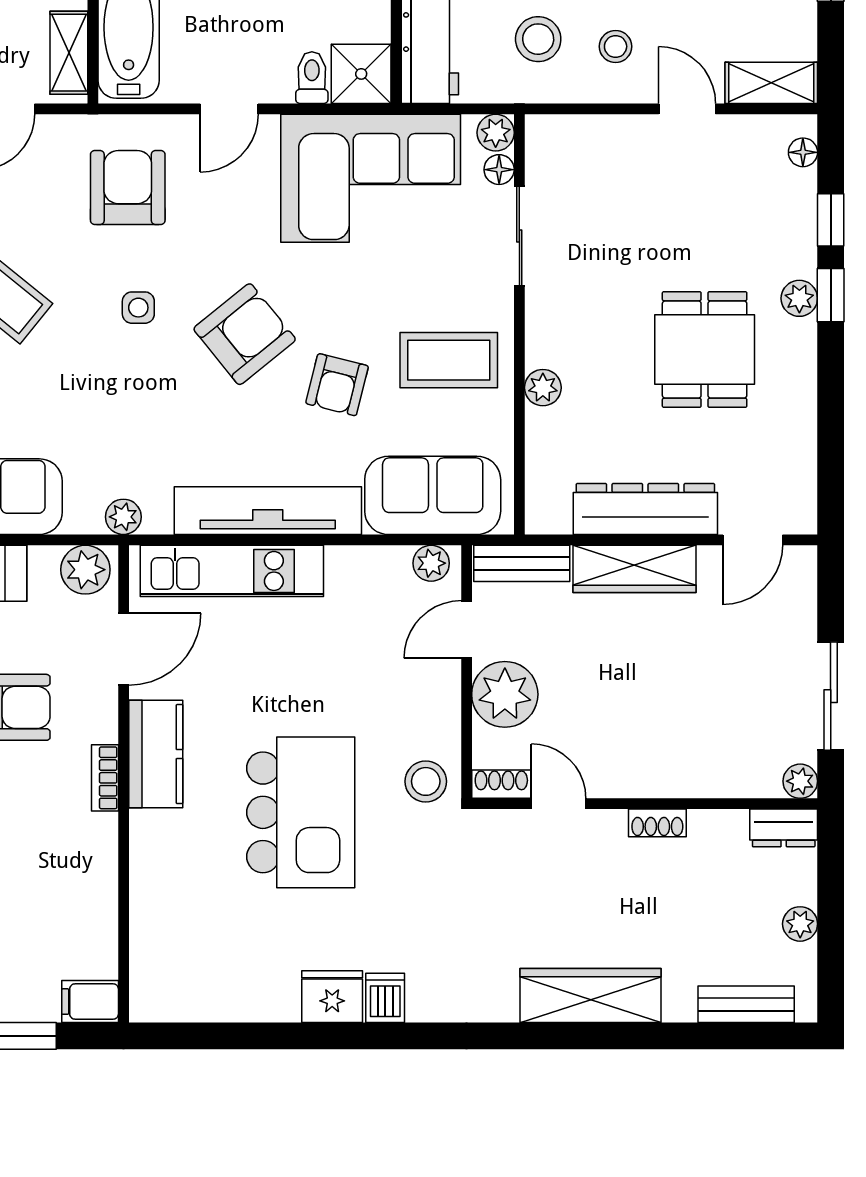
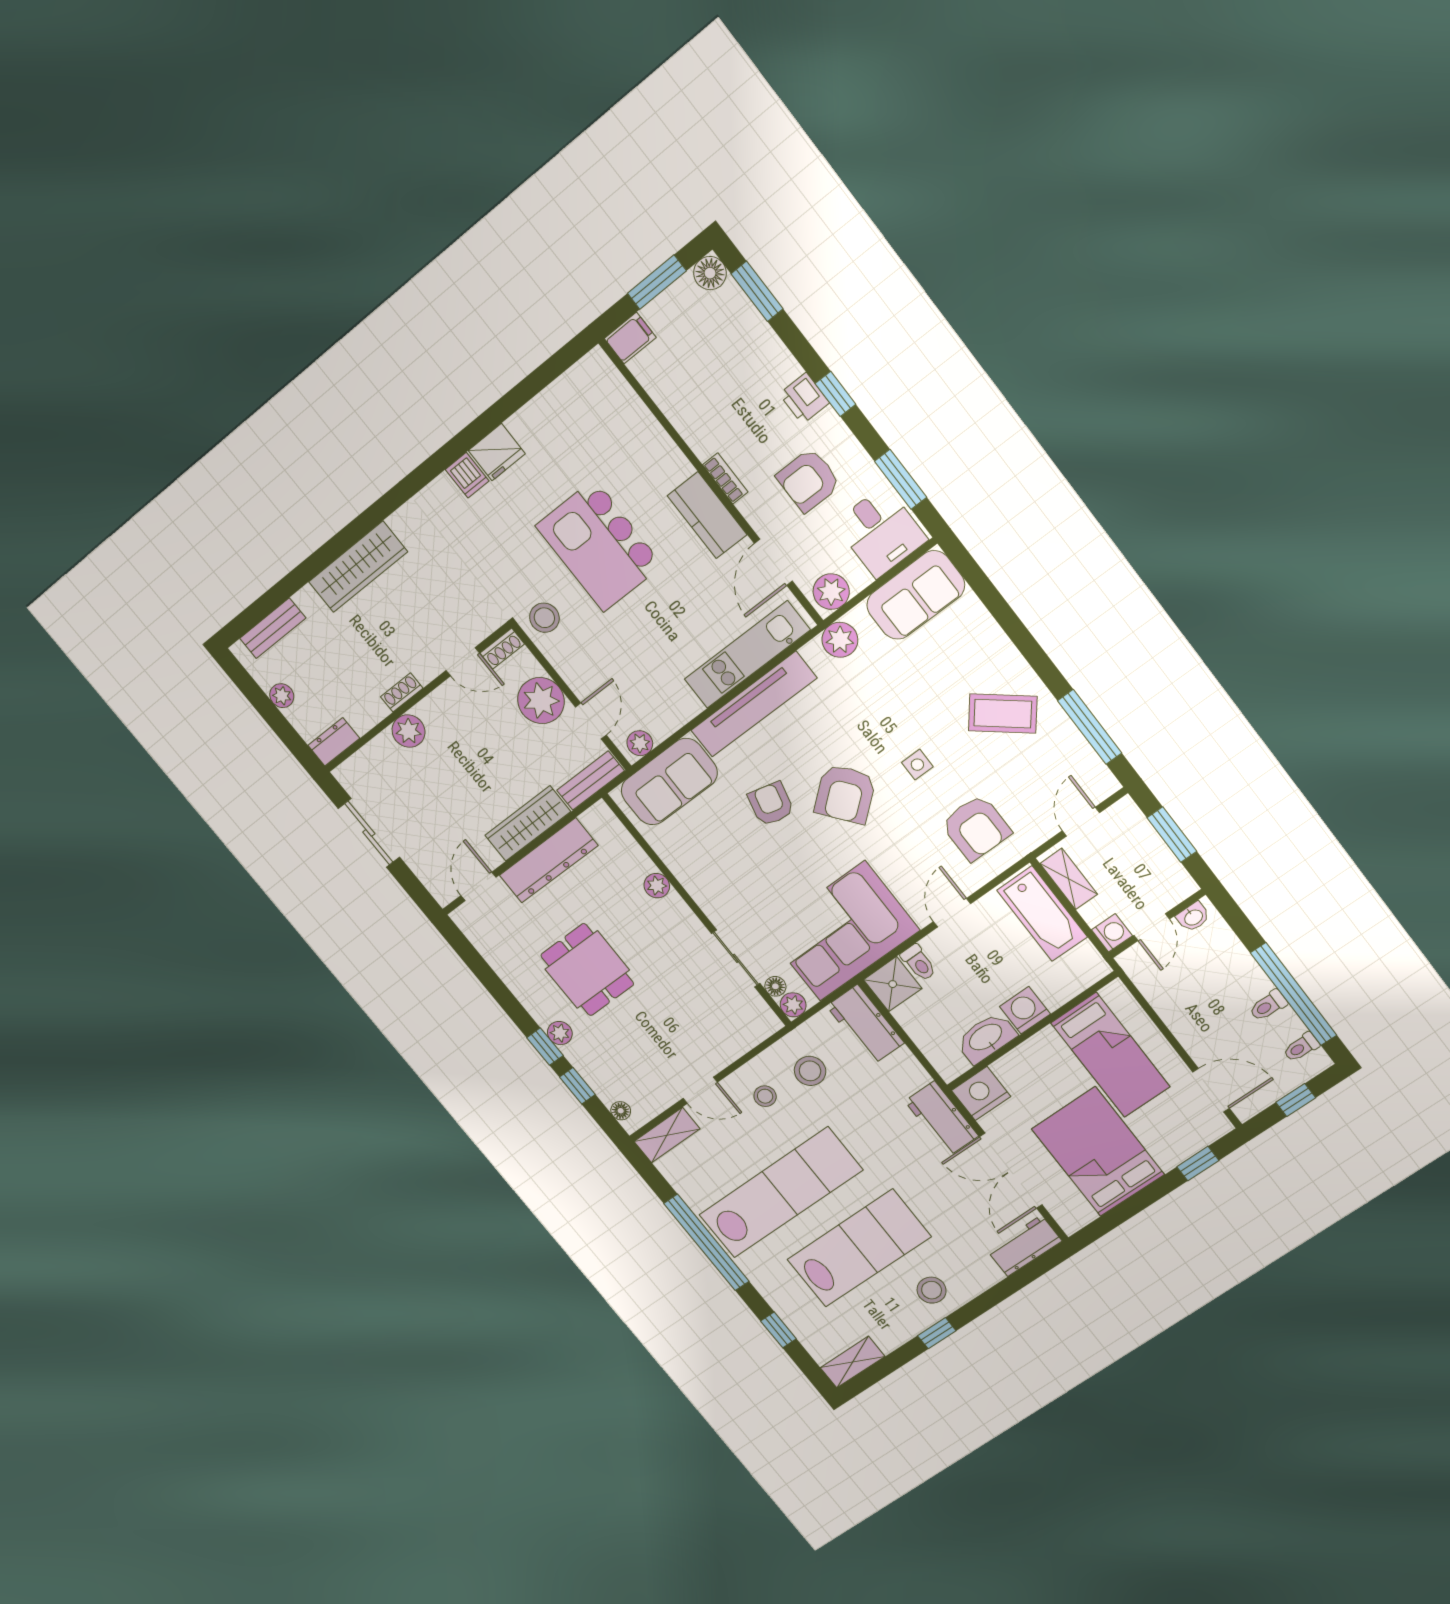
coffee table: (449, 360) -> (720, 863), removed
plant: (123, 517) -> (840, 640), width x1.38, depth x1.38
plant: (800, 781) -> (409, 731), moved, width x1.38, depth x1.38

